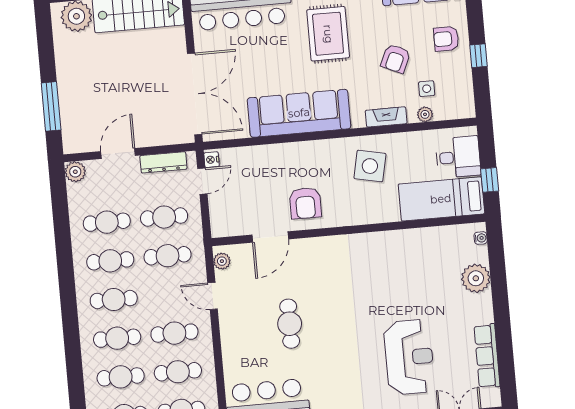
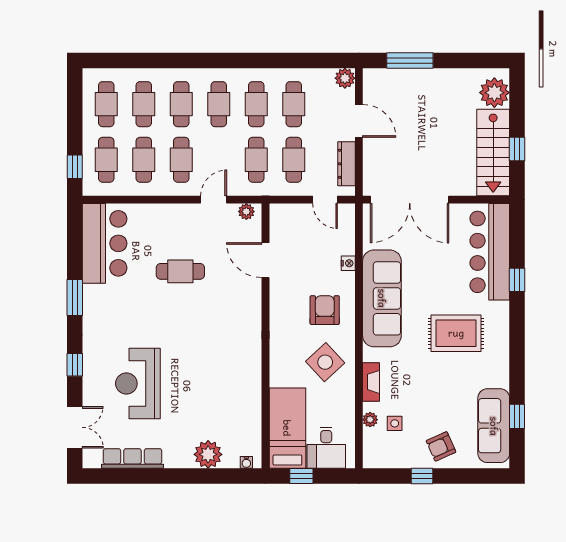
armchair: (446, 39) -> (441, 446), turned -114
armchair: (396, 59) -> (426, 396), removed
nightstand: (212, 160) -> (348, 263), moved, turned 90
side table: (370, 166) -> (325, 362), turned 35
armchair: (305, 203) -> (325, 310), moved, turned 90
reception desk: (409, 357) -> (138, 384), turned 90

